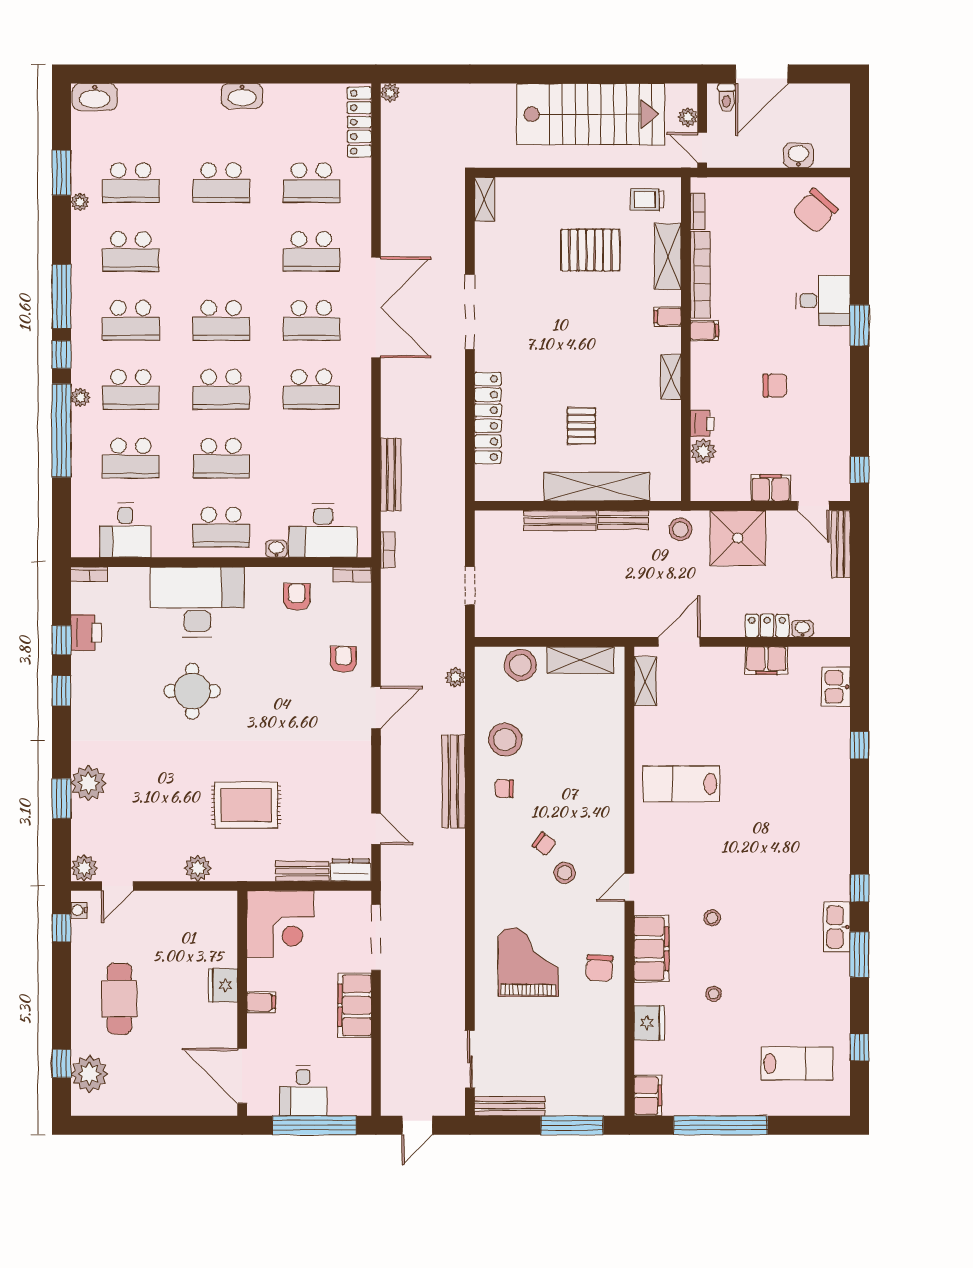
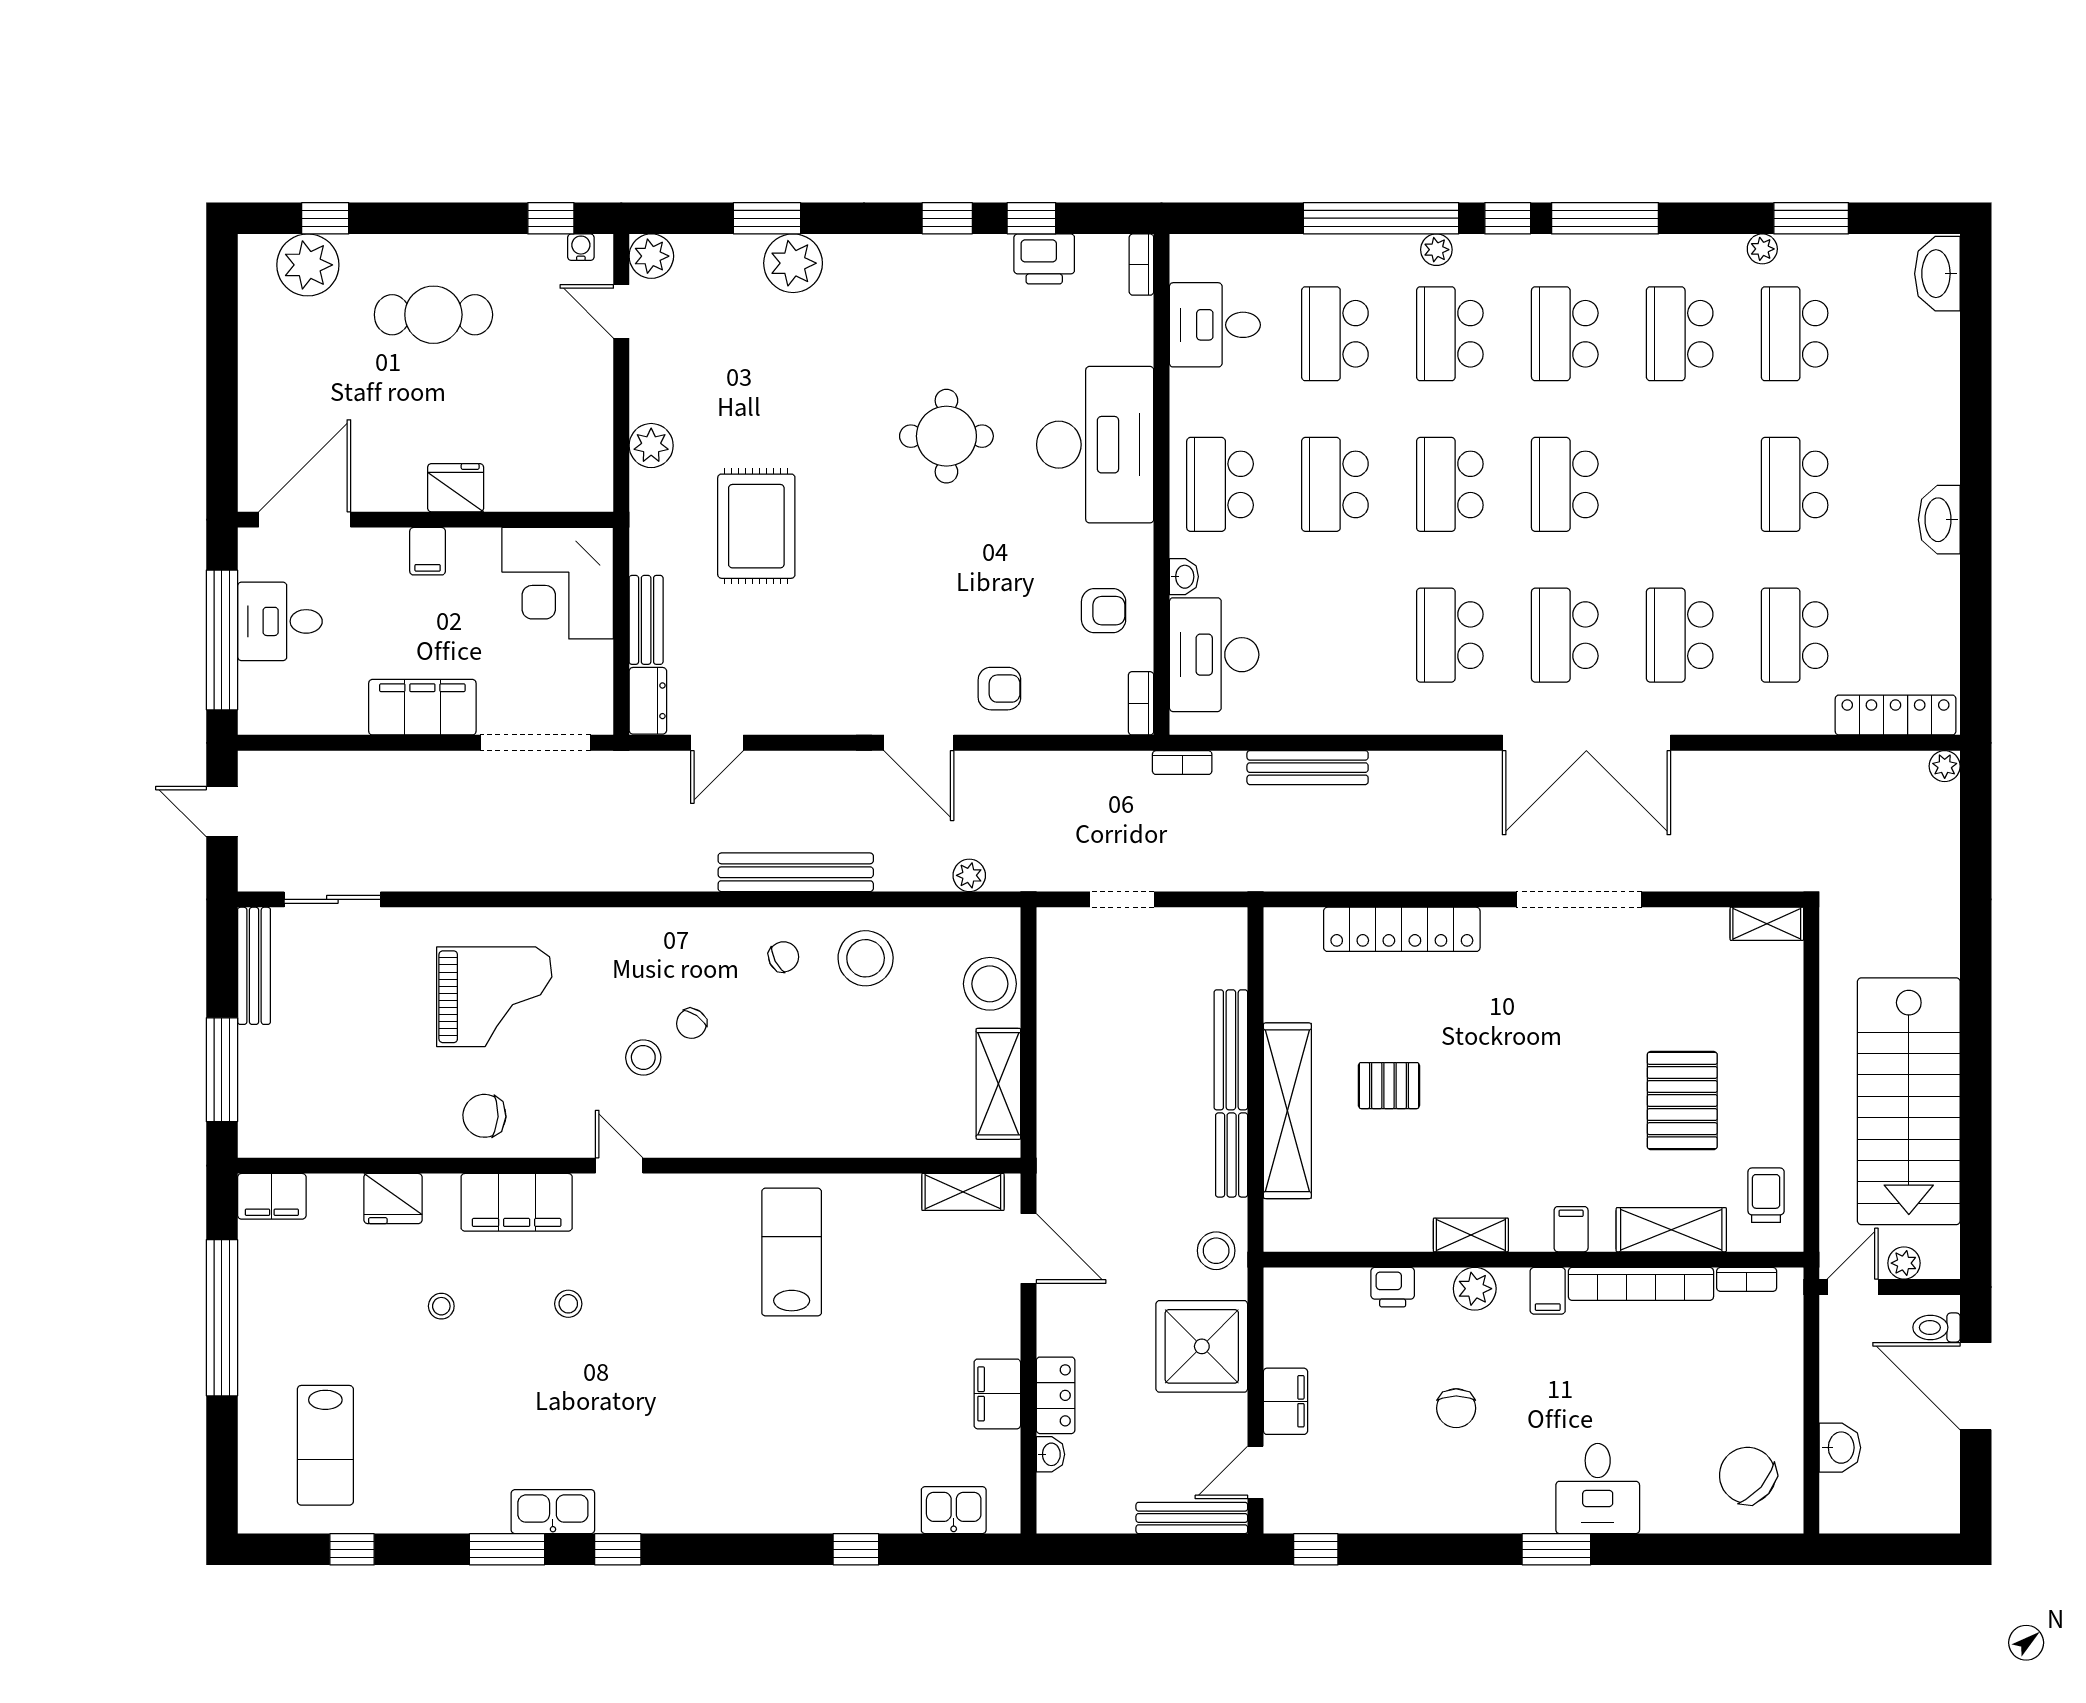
plant: (703, 451) -> (1475, 1289), moved
chair: (504, 789) -> (784, 957), turned 63

